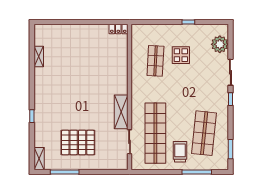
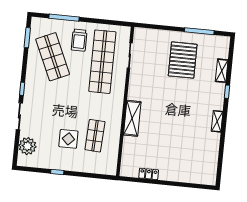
locker: (118, 29) -> (149, 174), moved
shelving: (39, 56) -> (217, 121), moved
shelving: (121, 112) -> (132, 118), moved
shop shelf: (204, 133) -> (53, 57), turned -30
pallet: (78, 142) -> (183, 60), turned 90
shelving: (39, 159) -> (222, 71), moved

